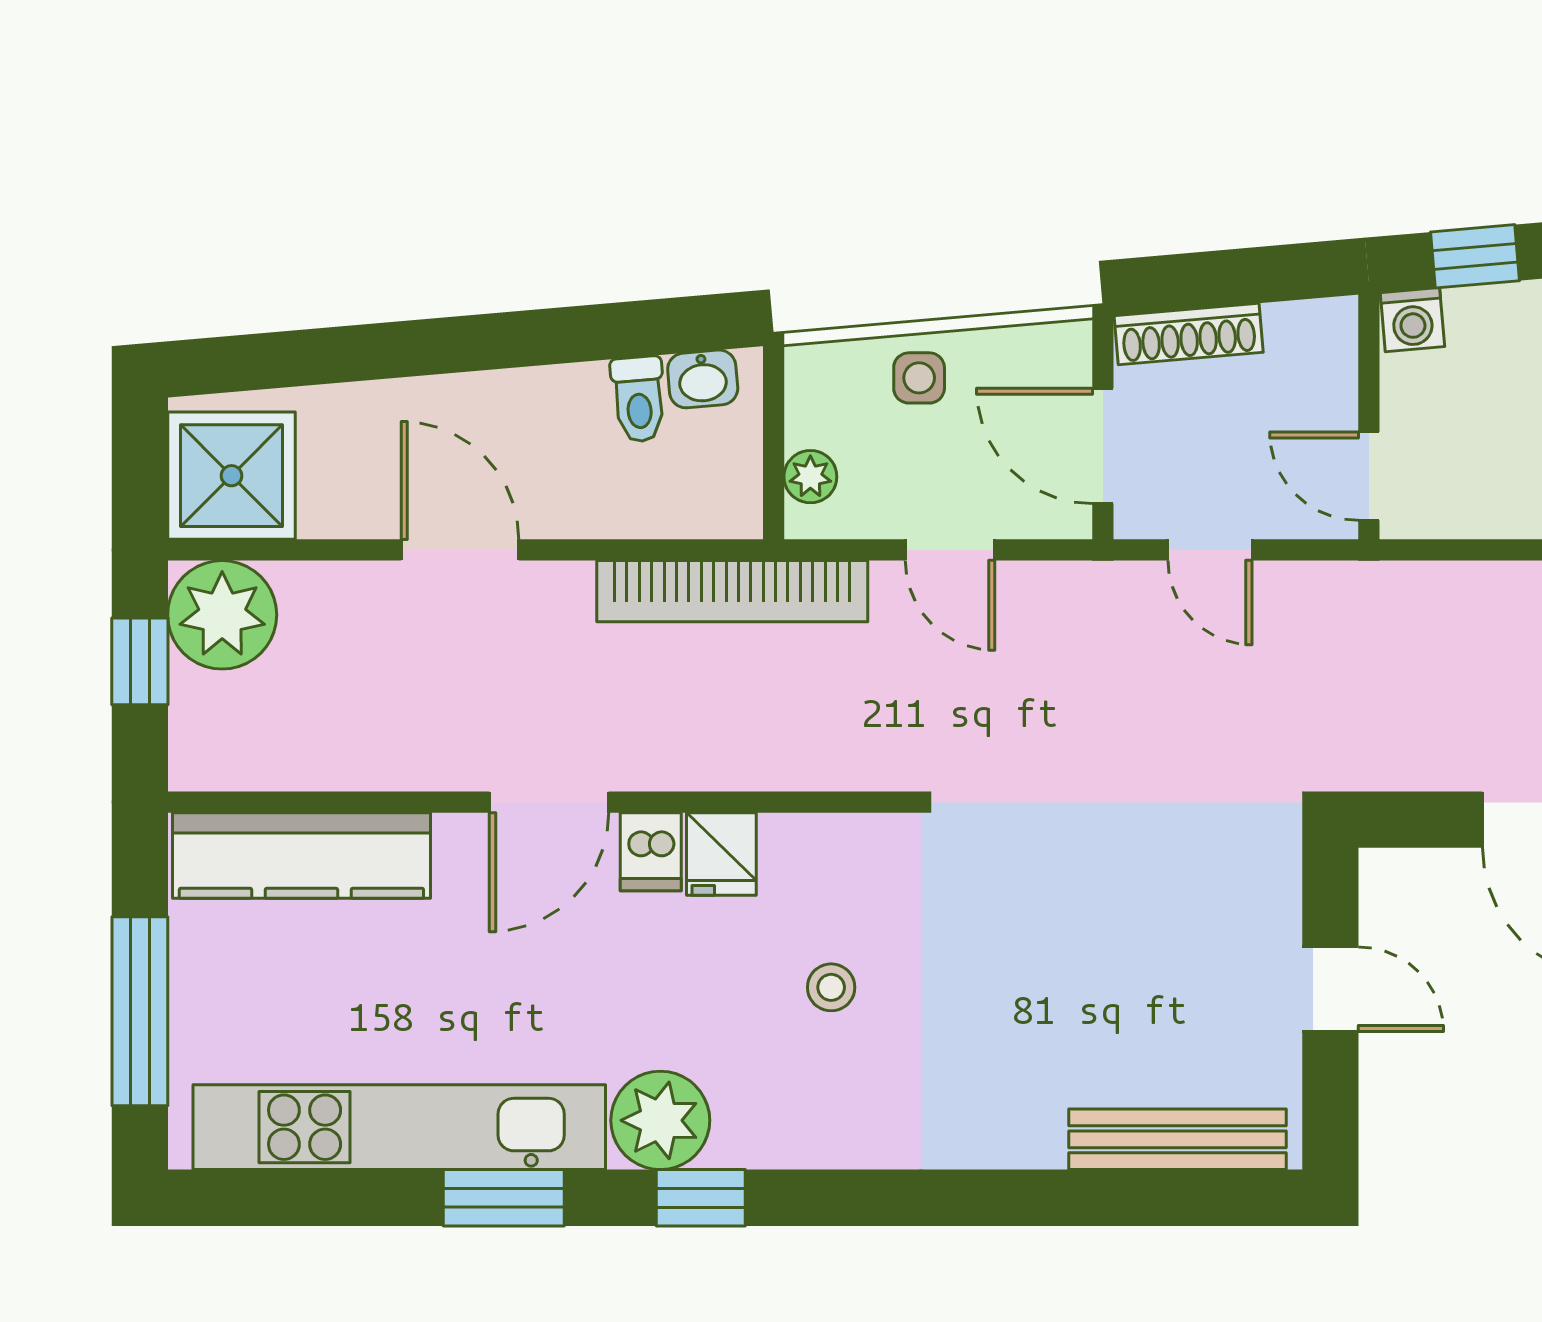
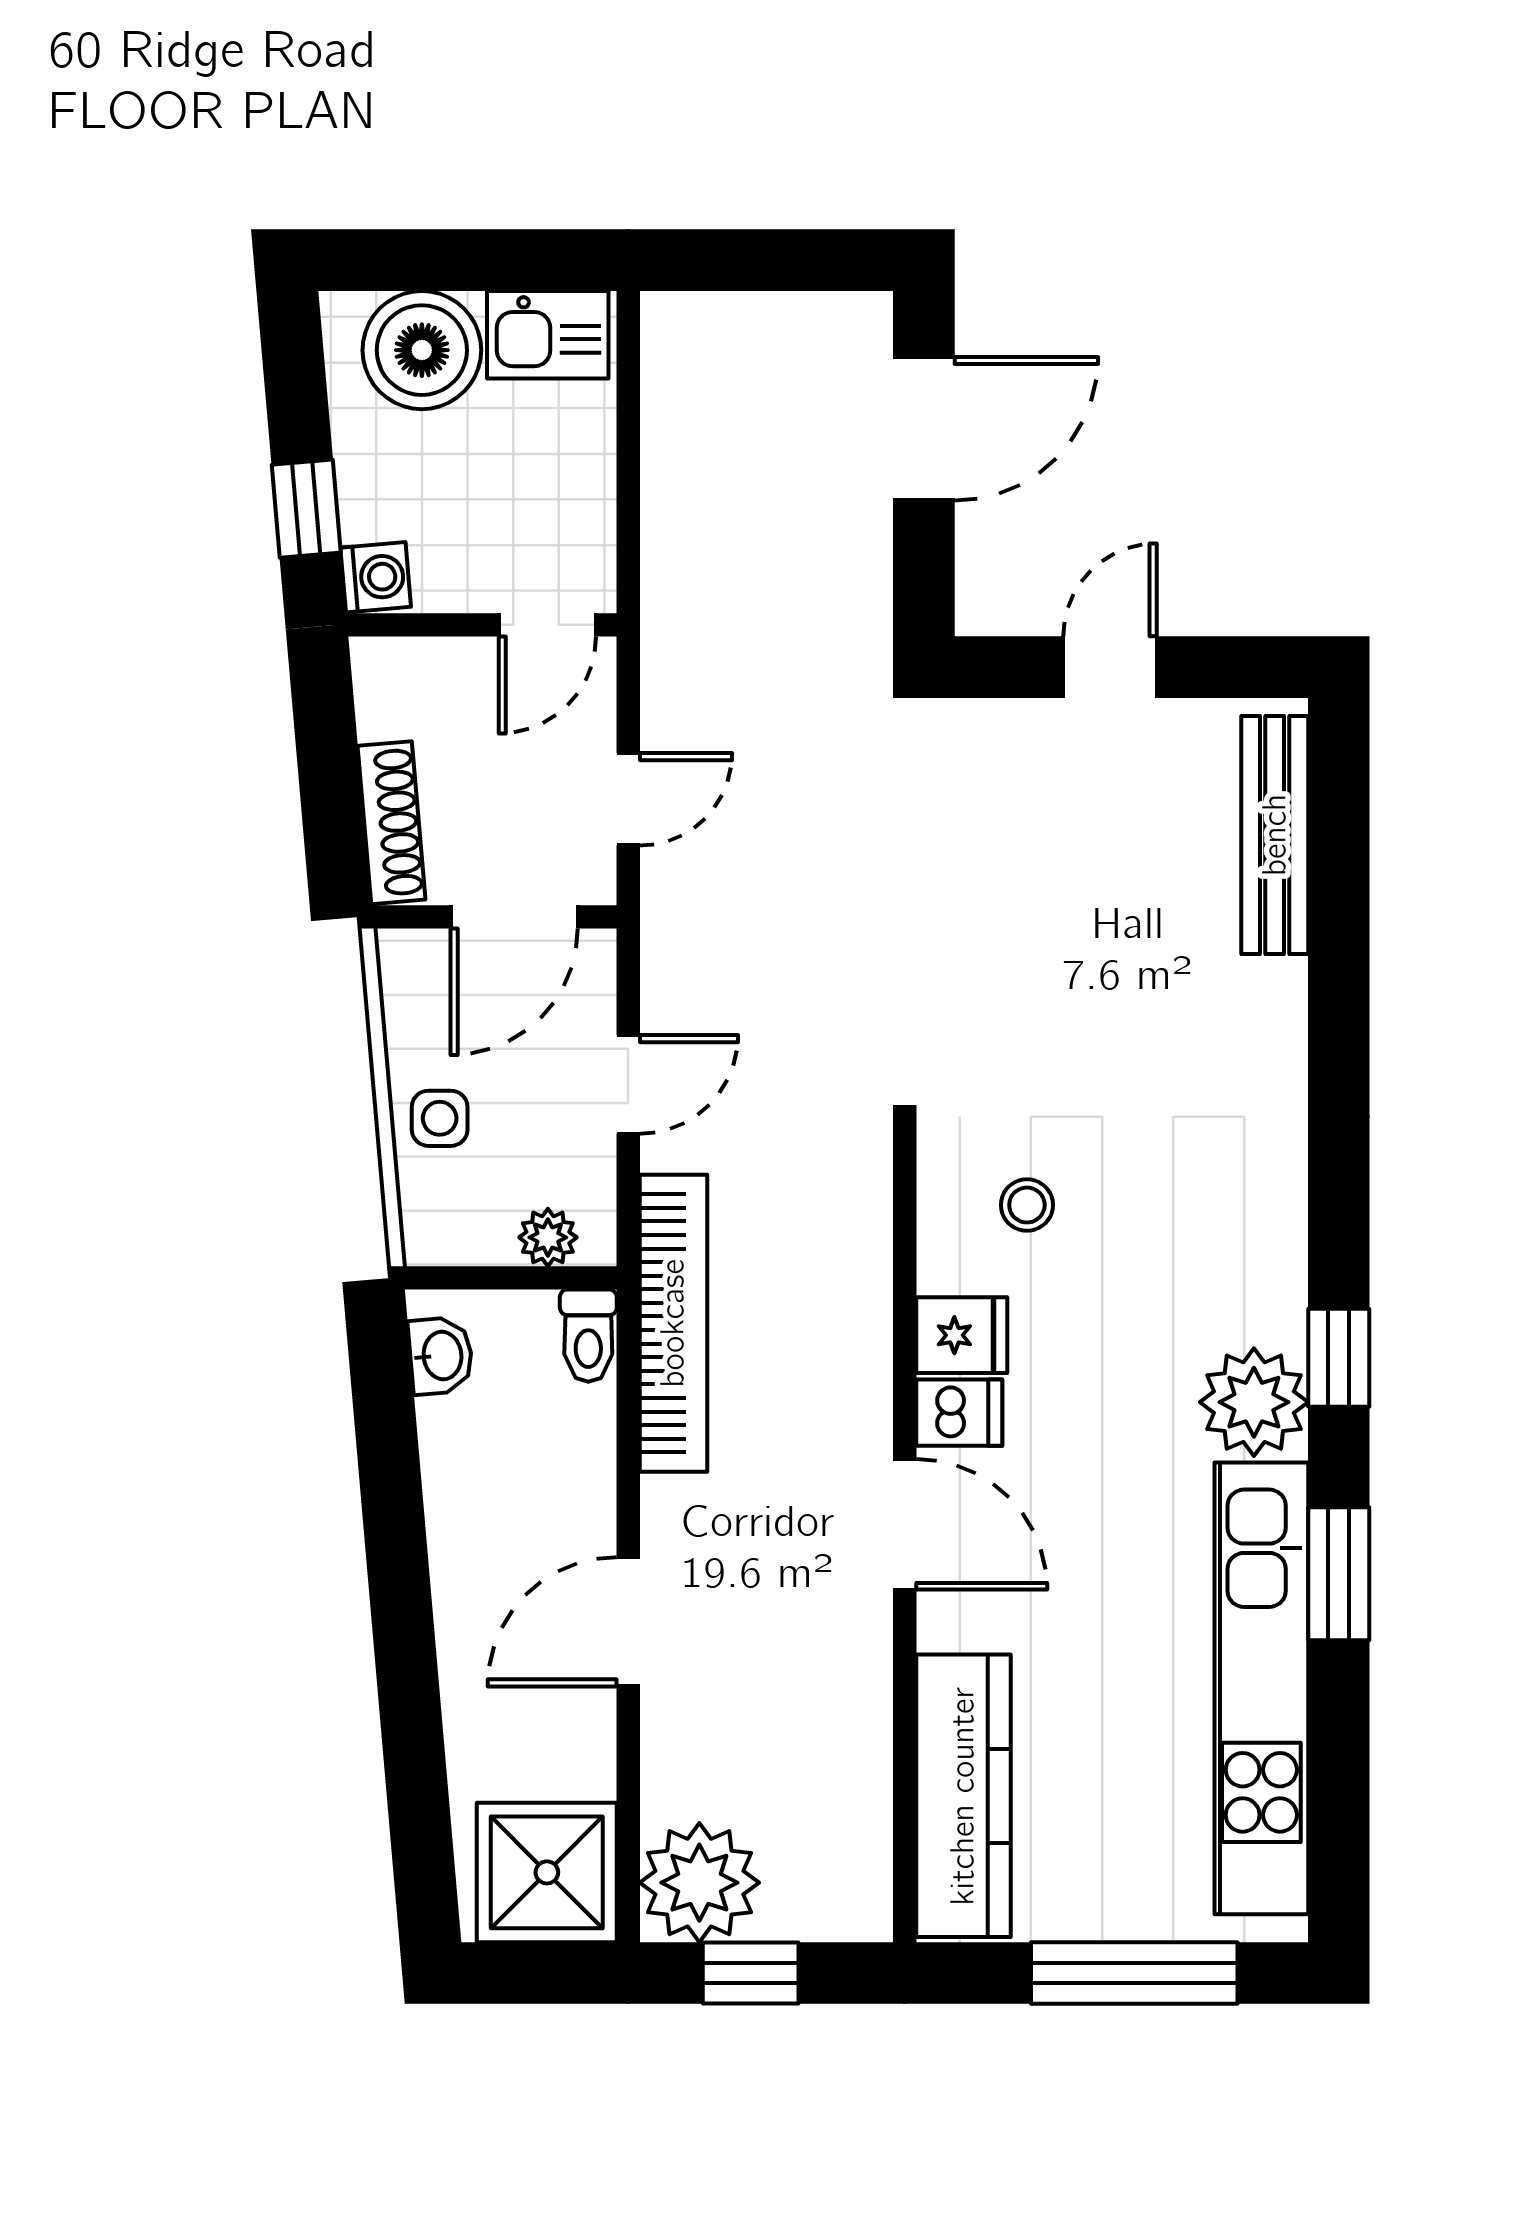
toilet: (639, 399) -> (588, 1336), moved, turned 95
stool: (831, 987) -> (1027, 1205), moved

